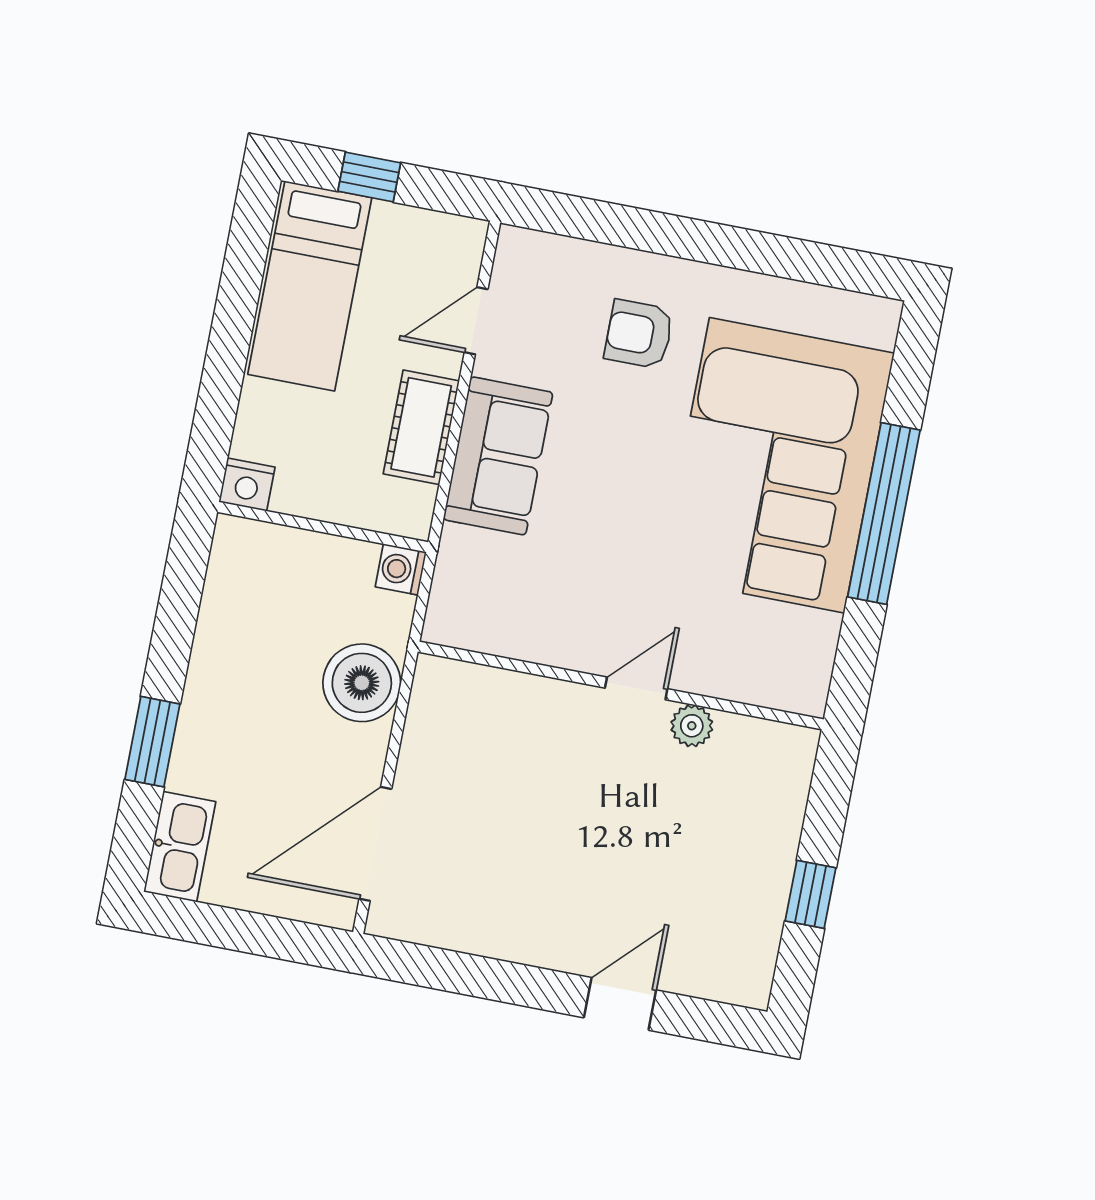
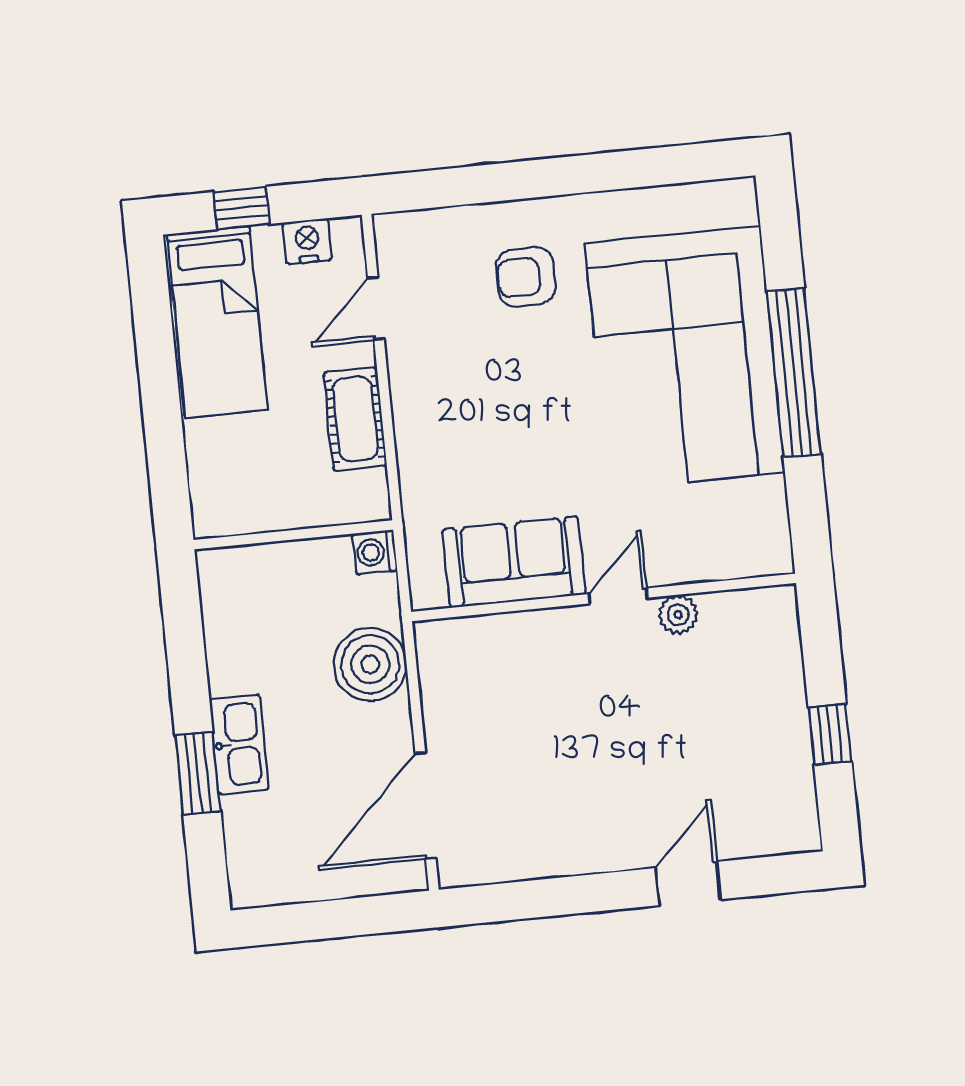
sofa: (498, 456) -> (514, 562), moved, turned -90
nightstand: (247, 484) -> (307, 241), moved, turned 180
kitchen sink: (180, 847) -> (239, 744), moved

